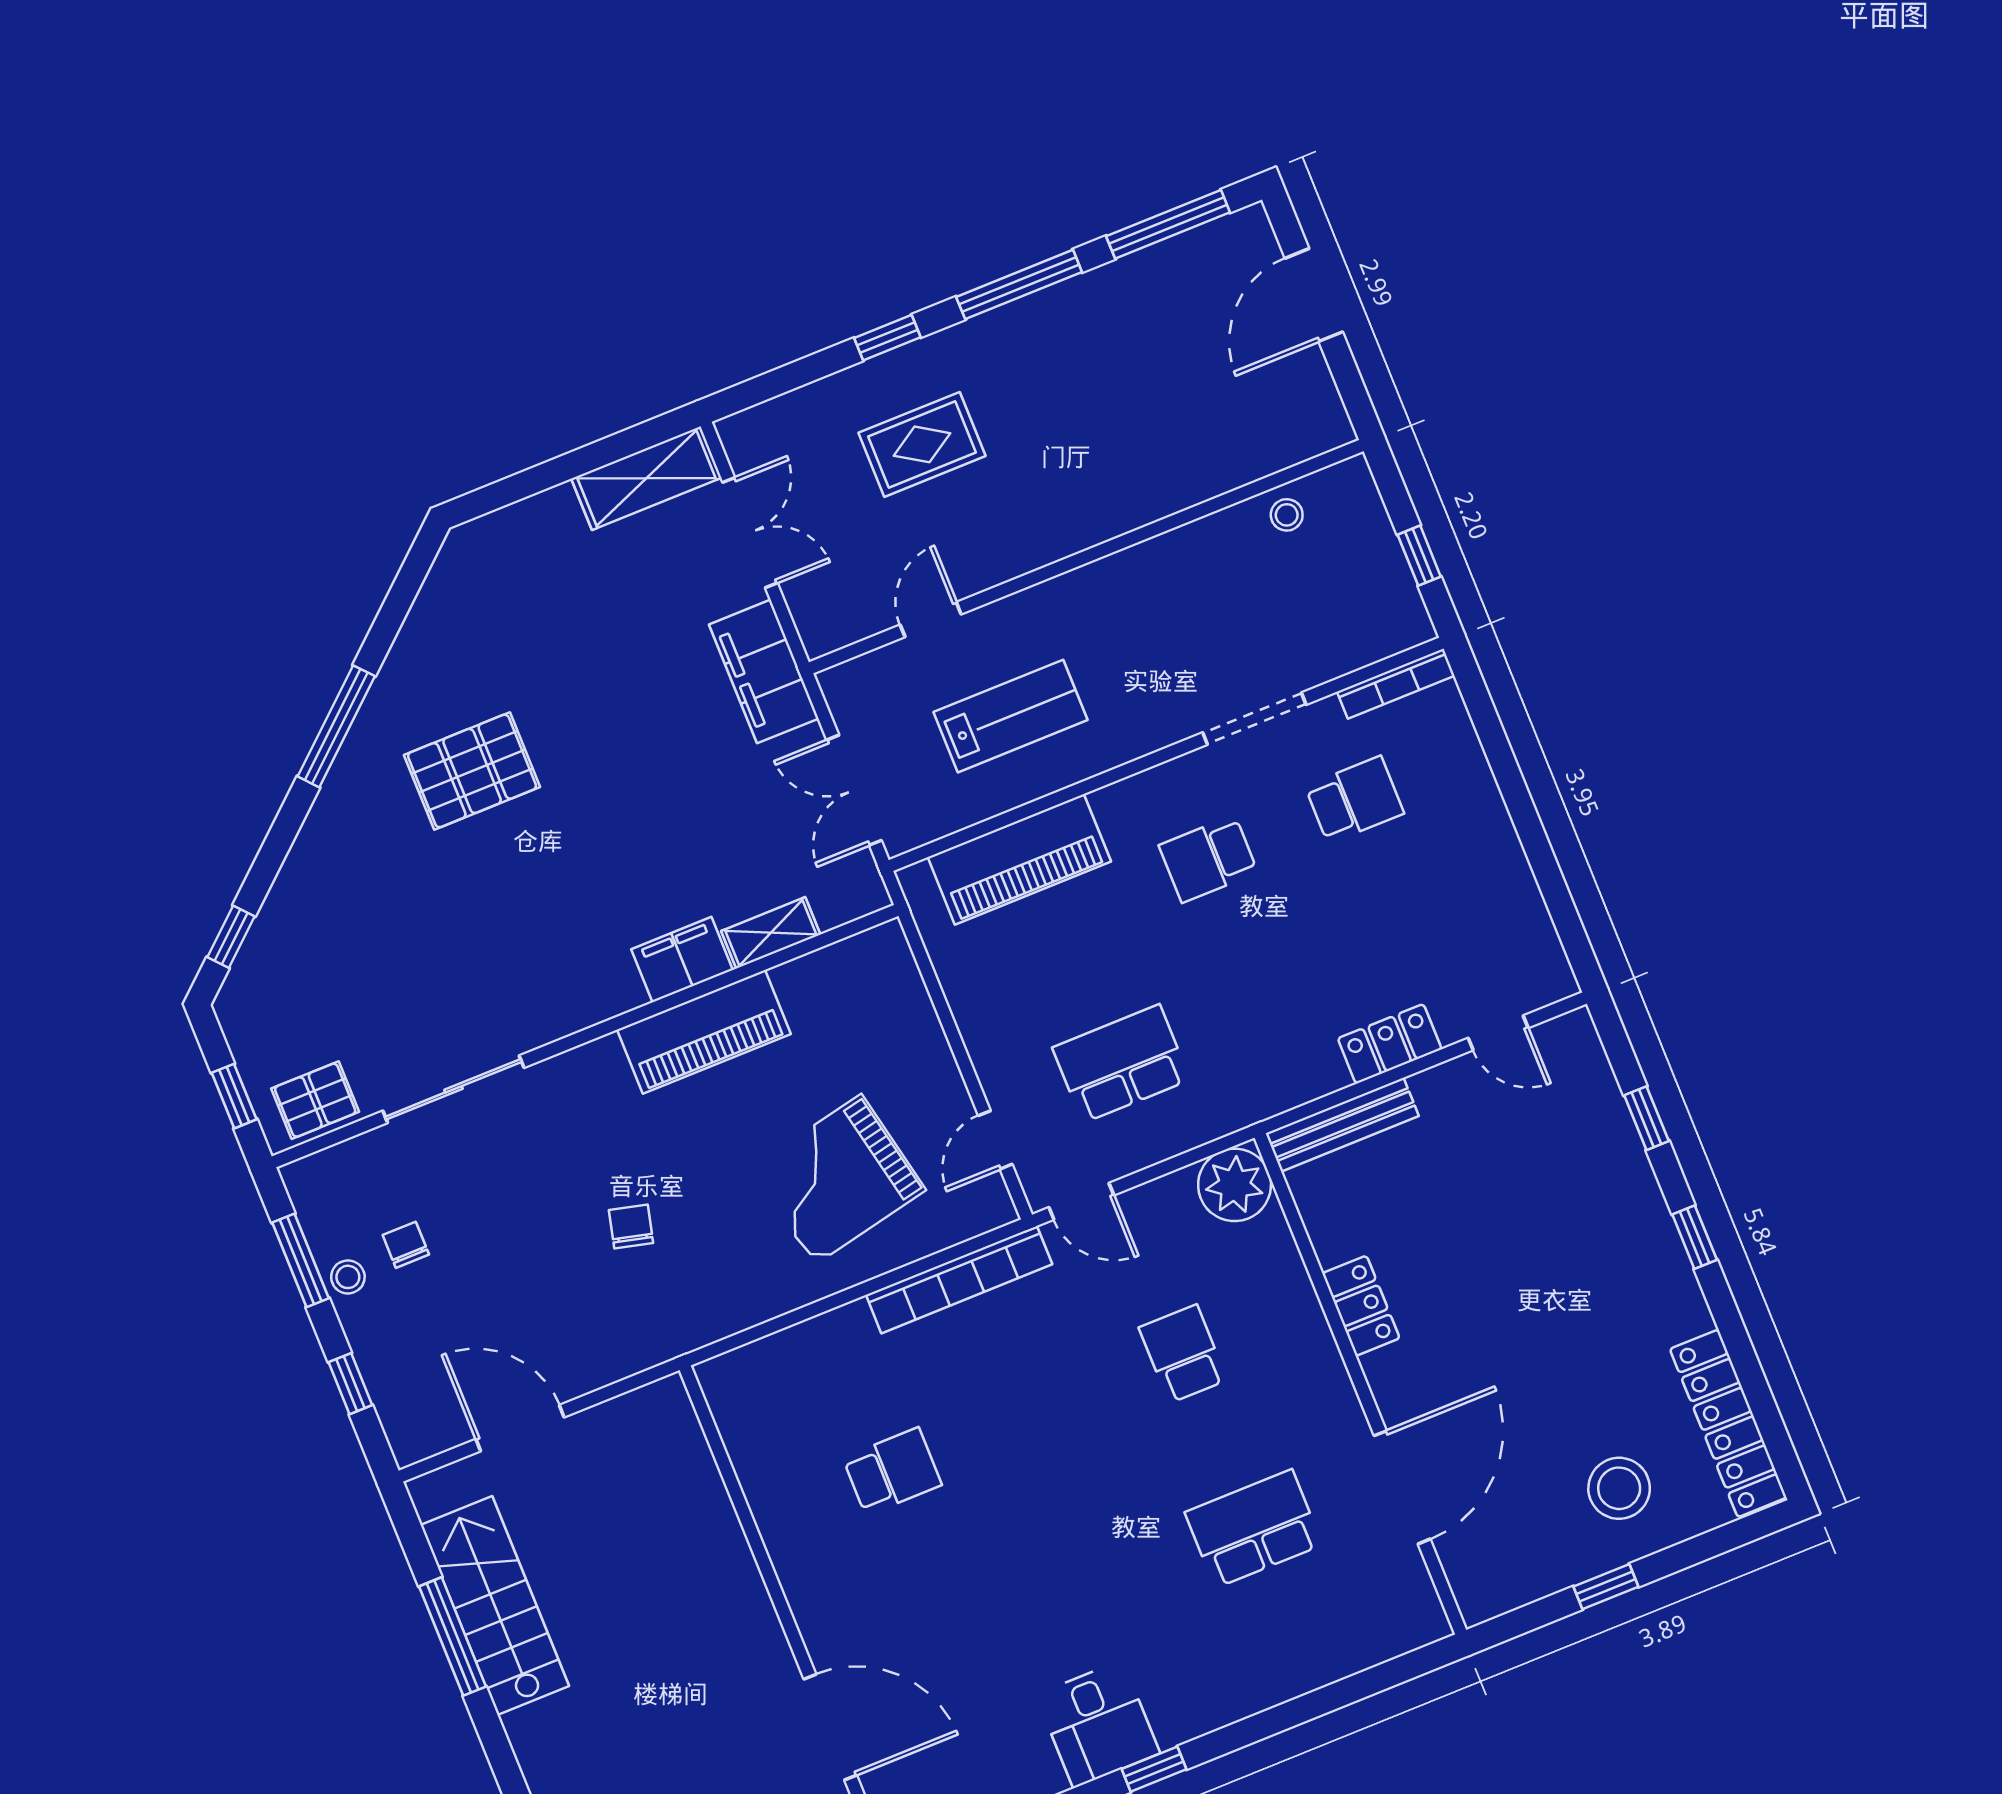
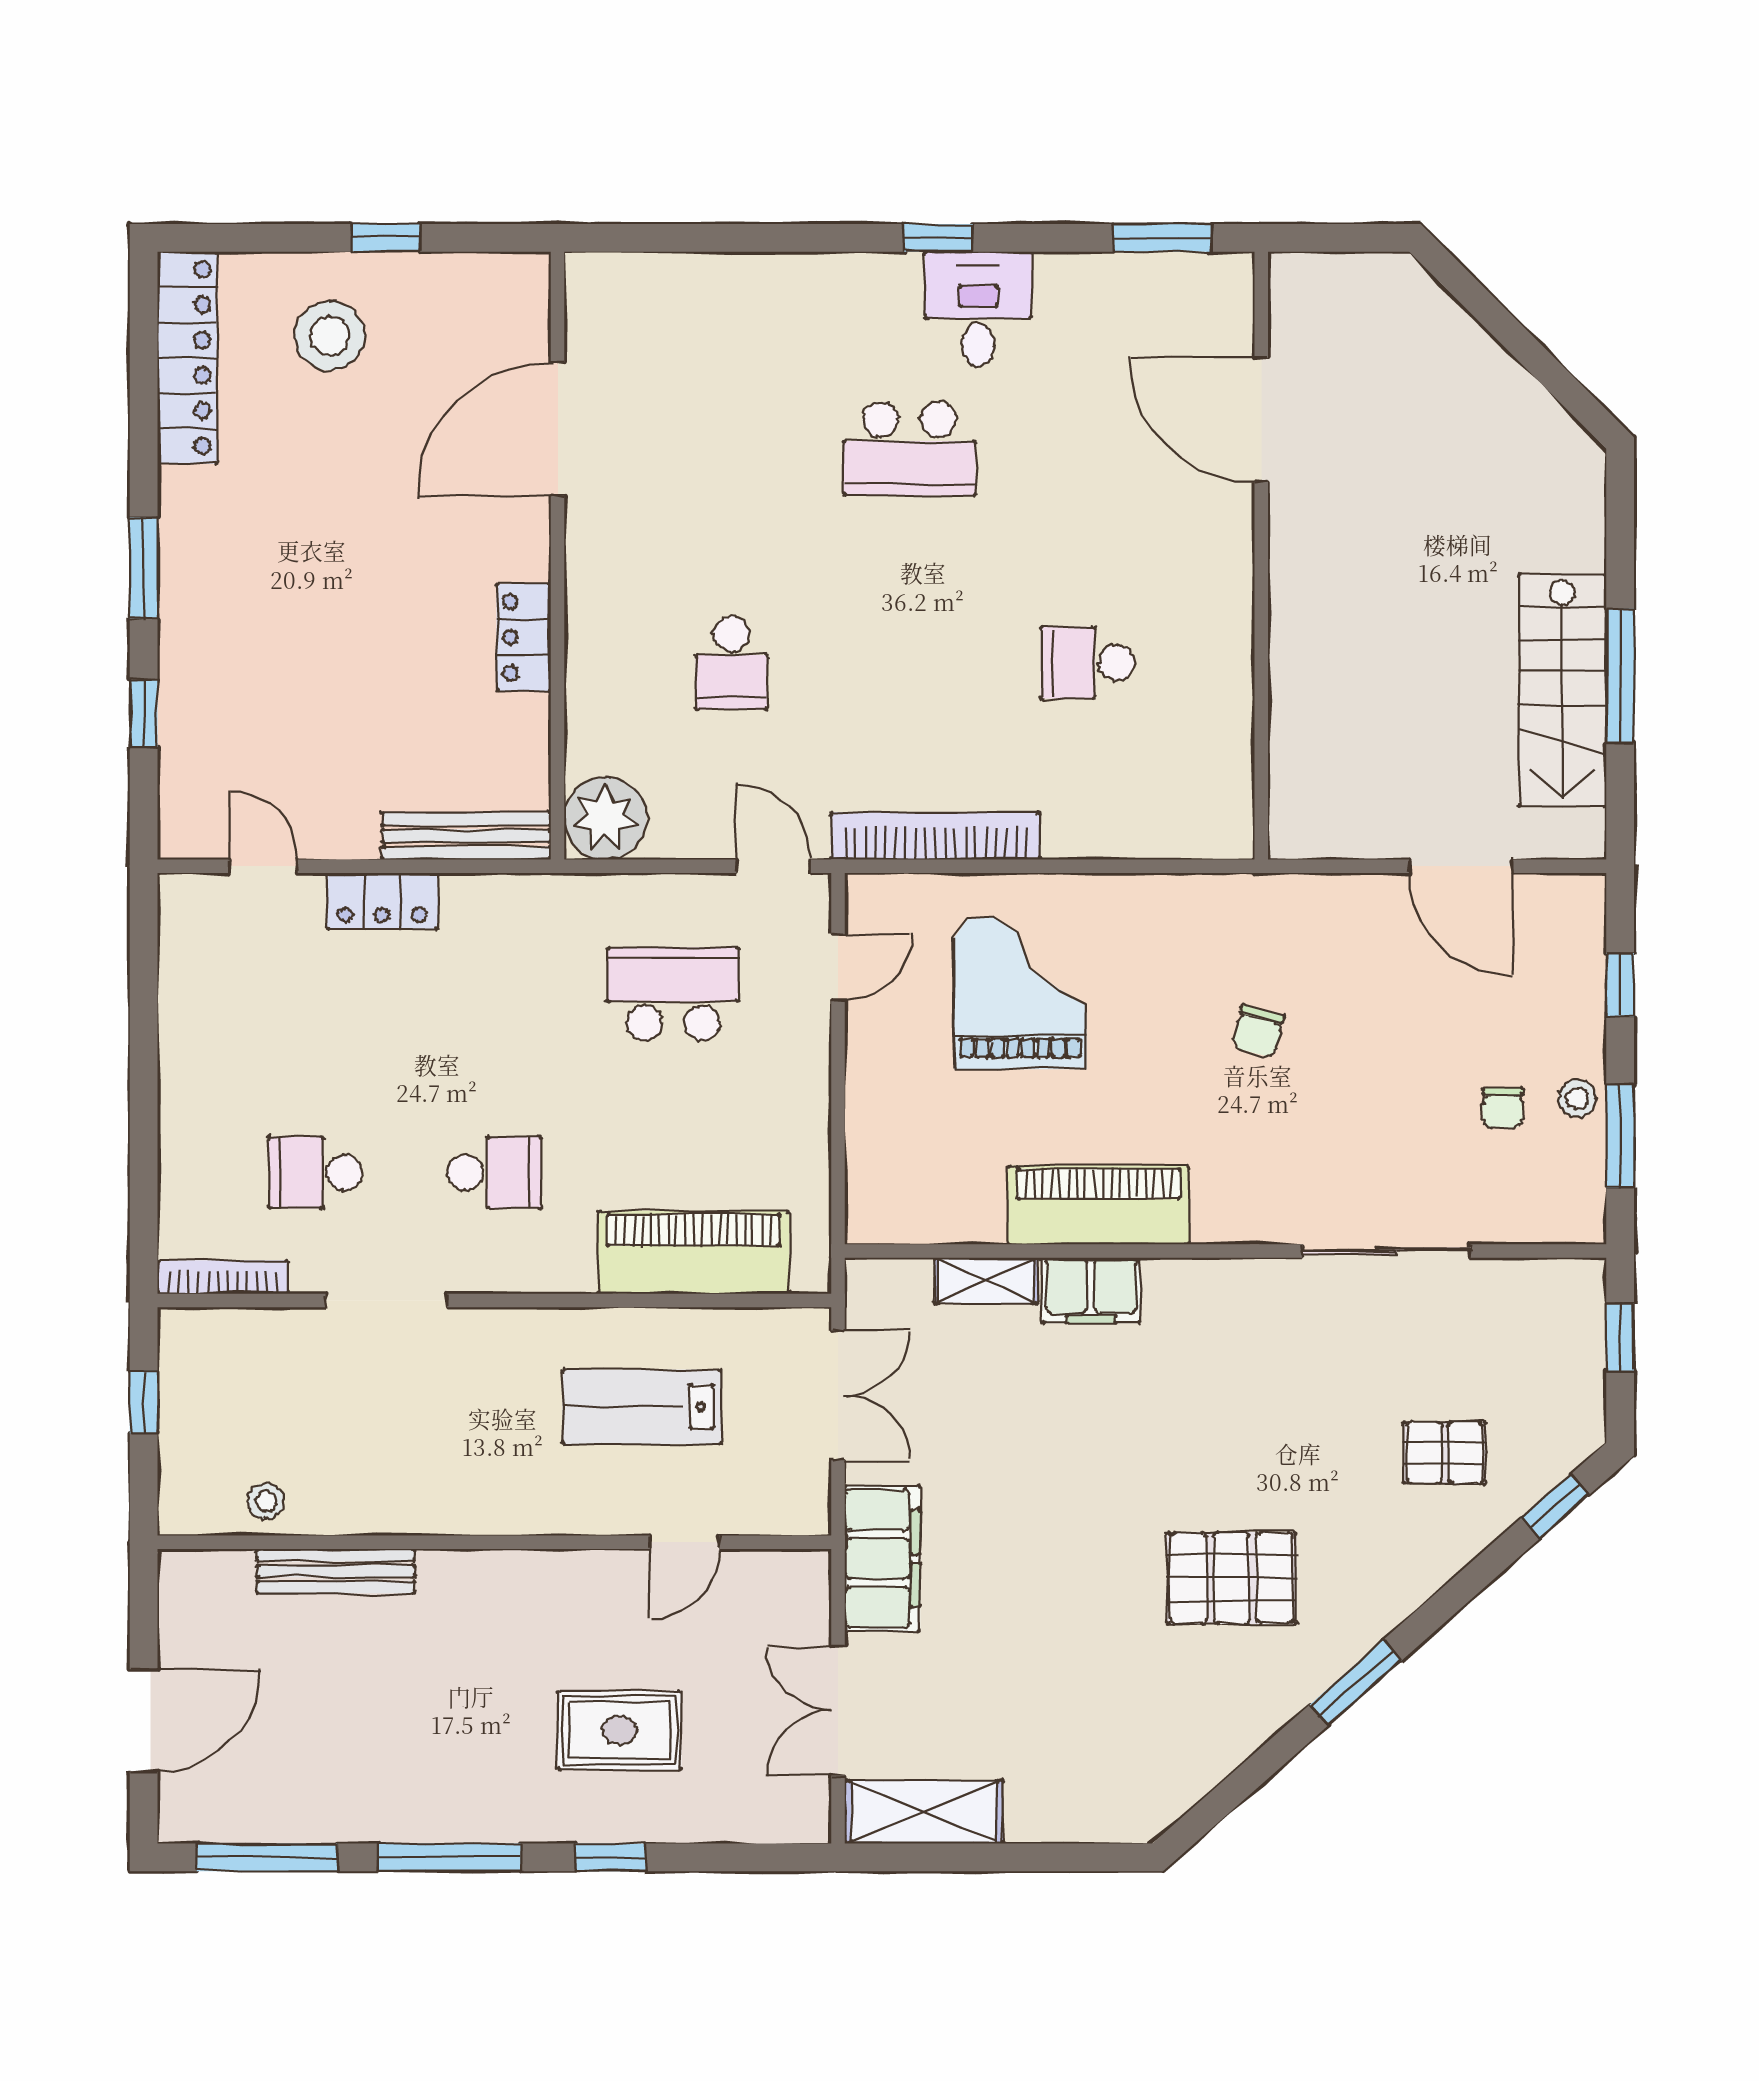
bench: (1206, 481) -> (336, 1571), added
window: (336, 726) -> (1356, 1683), width x0.69
school desk: (1121, 1064) -> (673, 994), turned 180
pallet: (315, 1100) -> (1445, 1453), moved
grand piano: (838, 1179) -> (1020, 993), turned -78
window: (1695, 1237) -> (144, 568), width x1.50
school desk: (1254, 1529) -> (909, 449), moved

